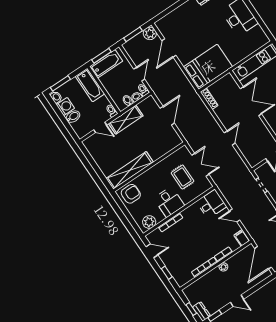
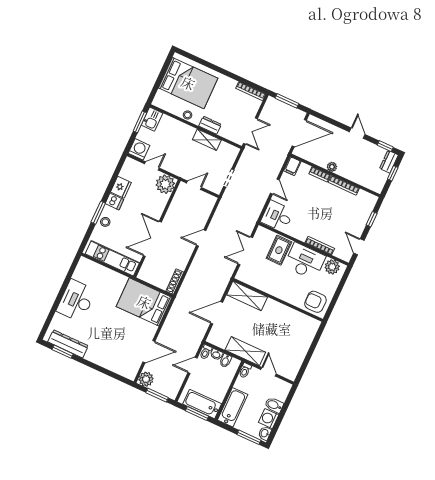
shelving: (130, 170) -> (247, 296), moved, width x0.68
rug: (182, 177) -> (279, 250), moved
desk: (169, 202) -> (305, 261), width x1.37

